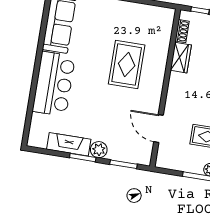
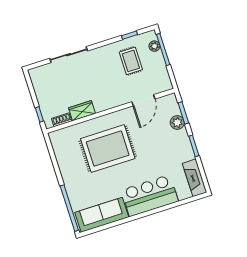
rug: (127, 65) -> (108, 149), width x1.37, depth x1.44
fireplace: (69, 144) -> (195, 178), moved
plant: (99, 150) -> (177, 123), moved

